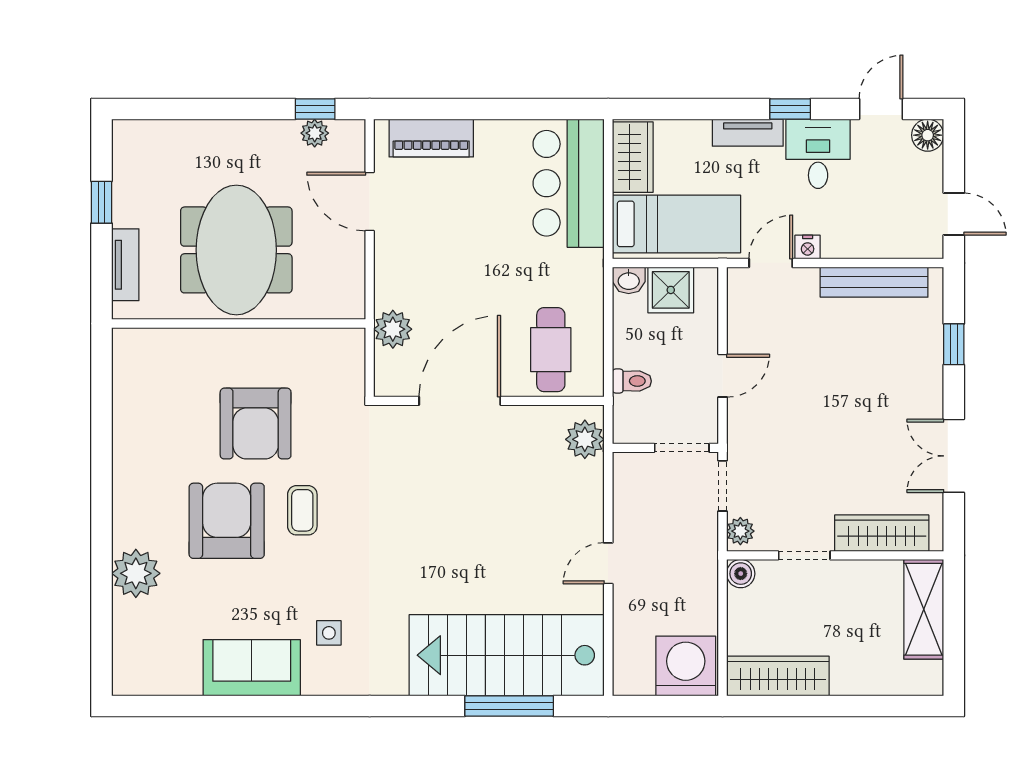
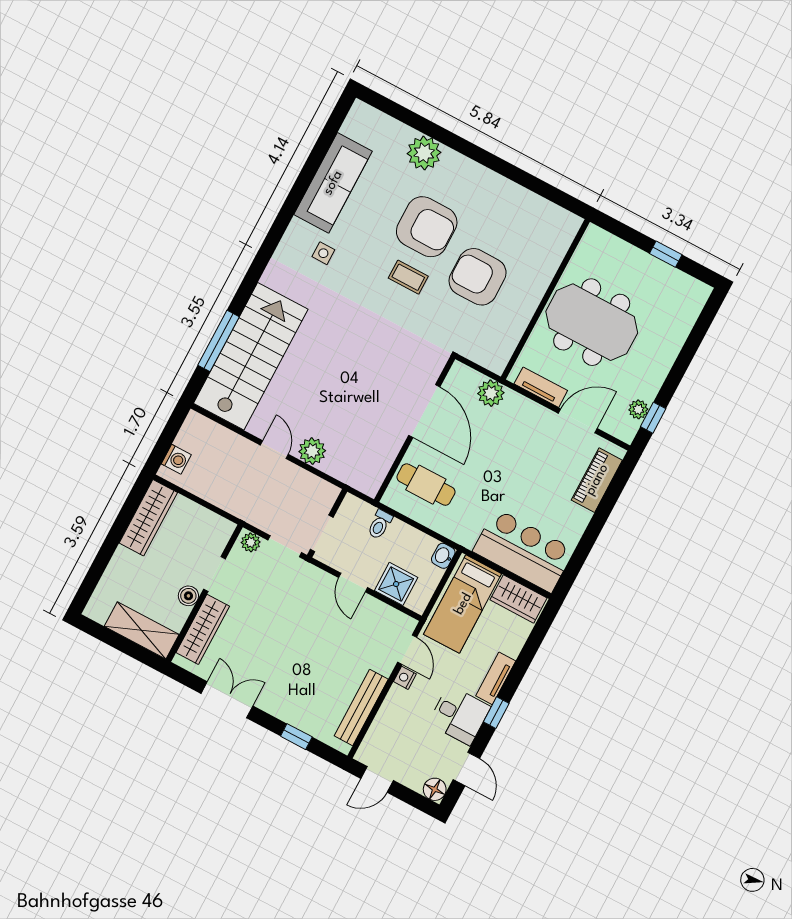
tv unit: (125, 265) -> (541, 387), moved, turned 180
shower: (671, 290) -> (396, 584), moved
plant: (585, 439) -> (312, 451), moved
boiler: (741, 574) -> (188, 596), moved
washing machine: (686, 666) -> (176, 459), width x0.53, depth x0.53
sofa: (252, 668) -> (333, 183), width x1.36

